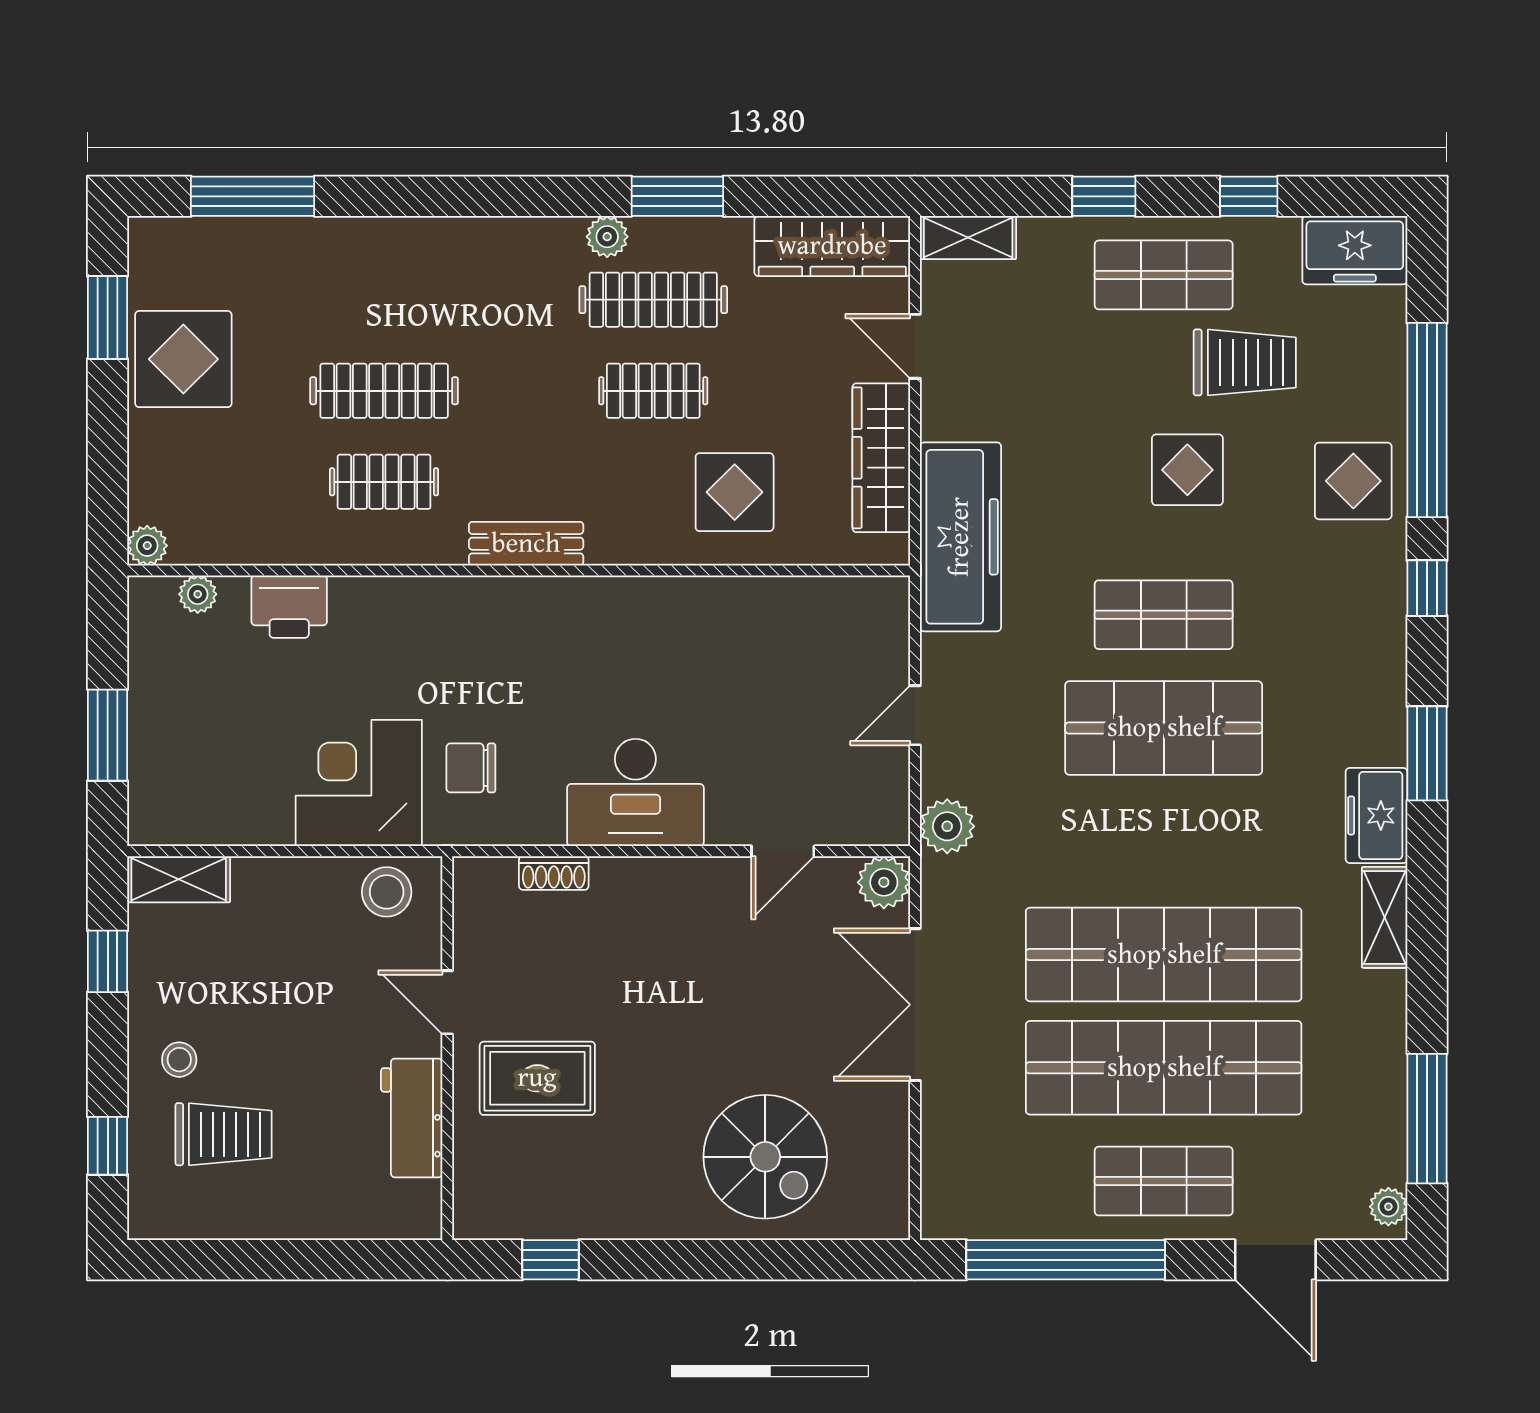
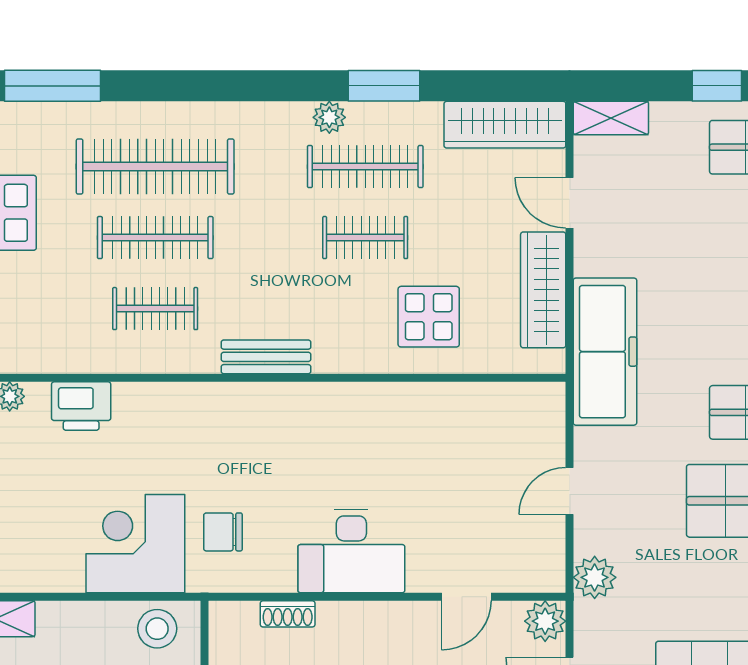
clothes rail: (384, 300) -> (155, 167), added

